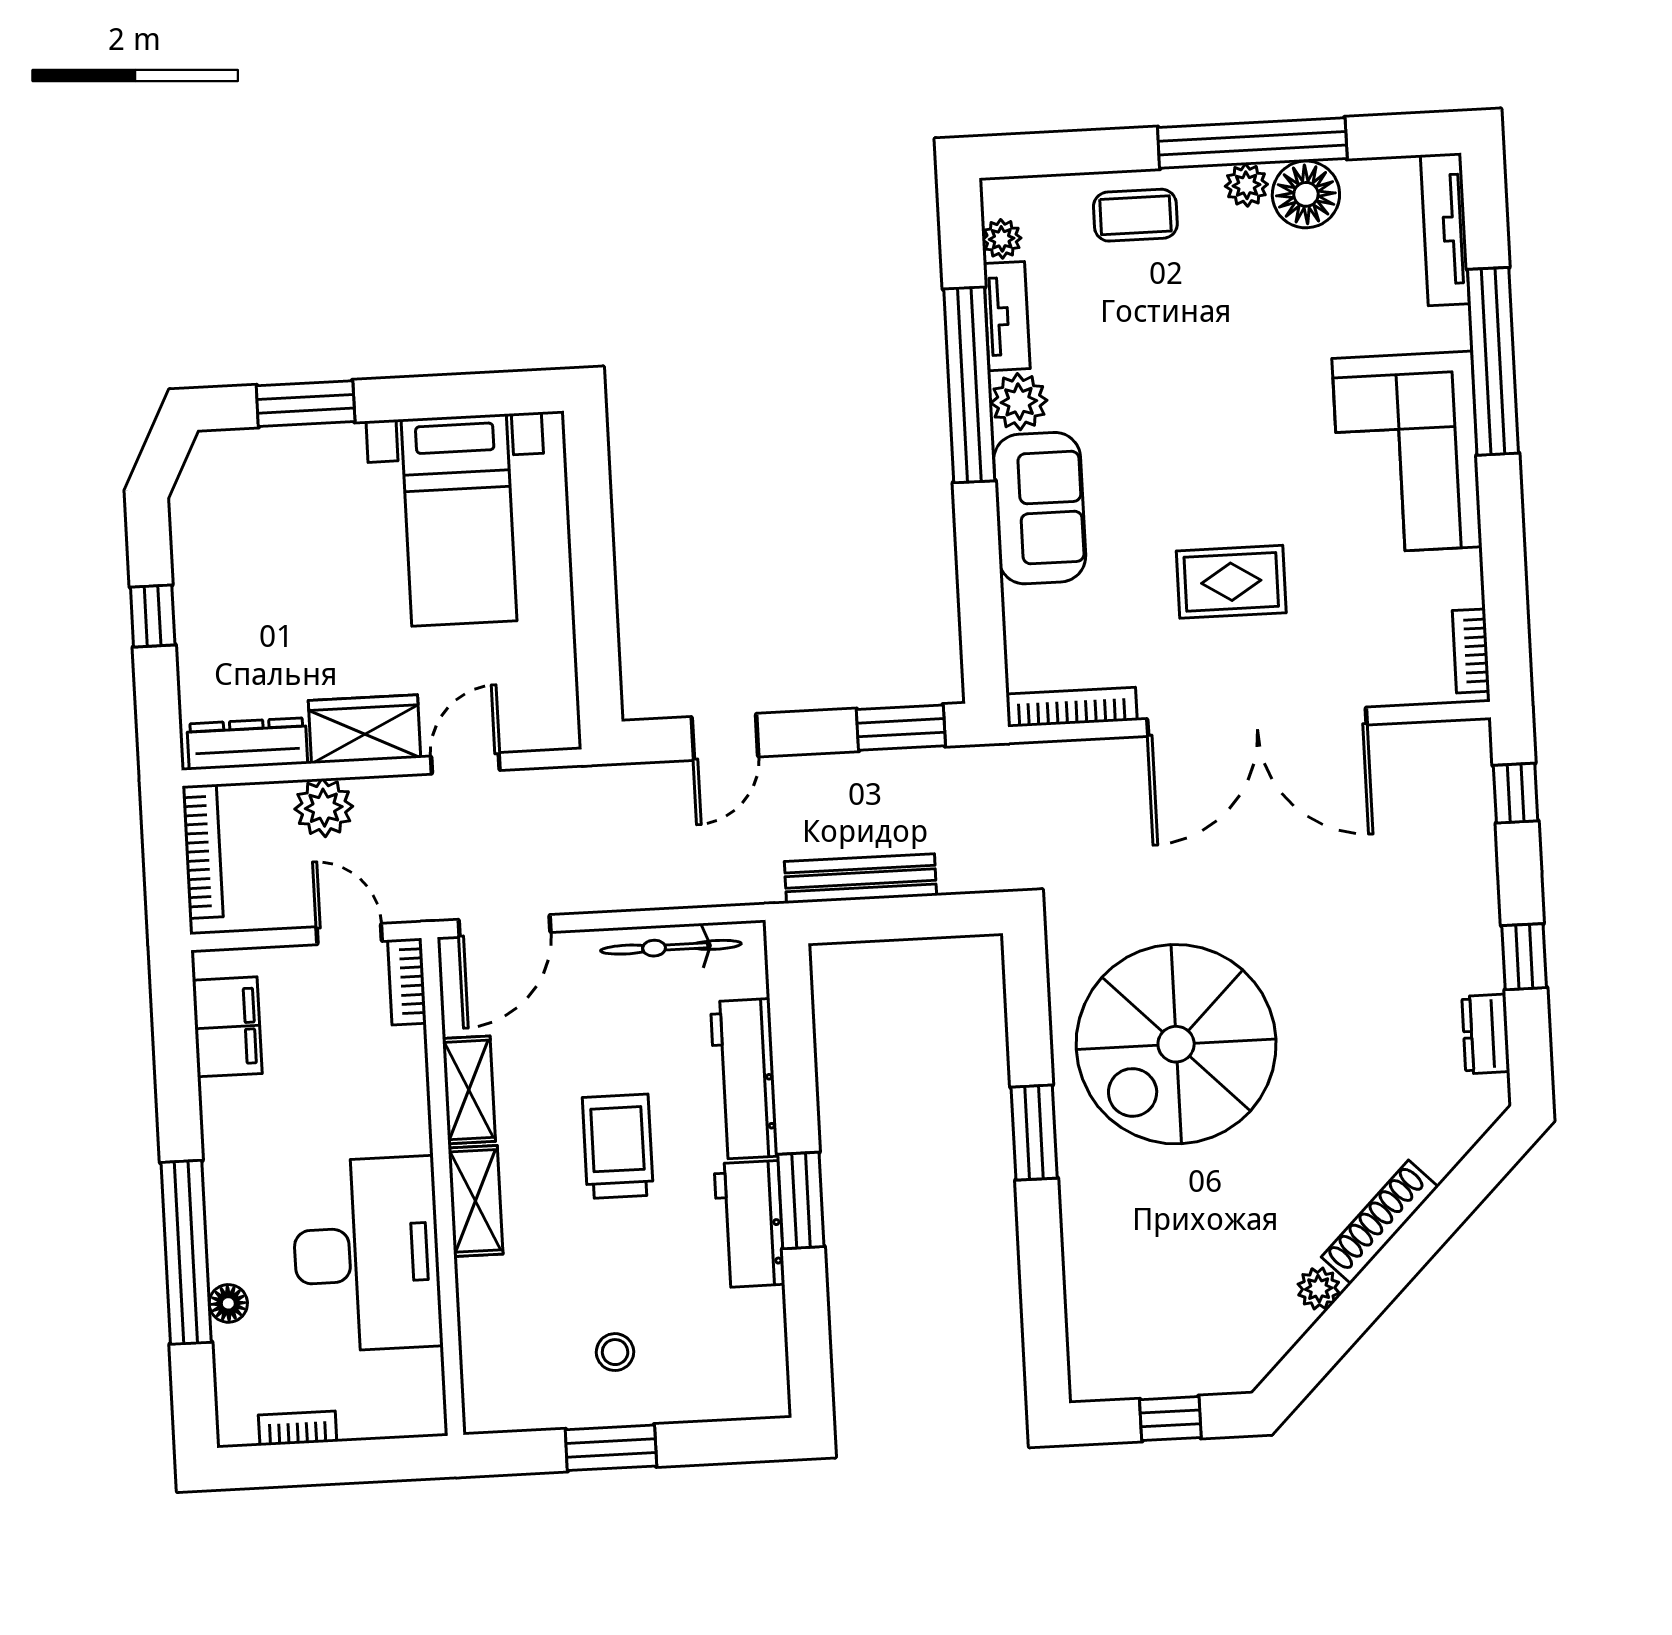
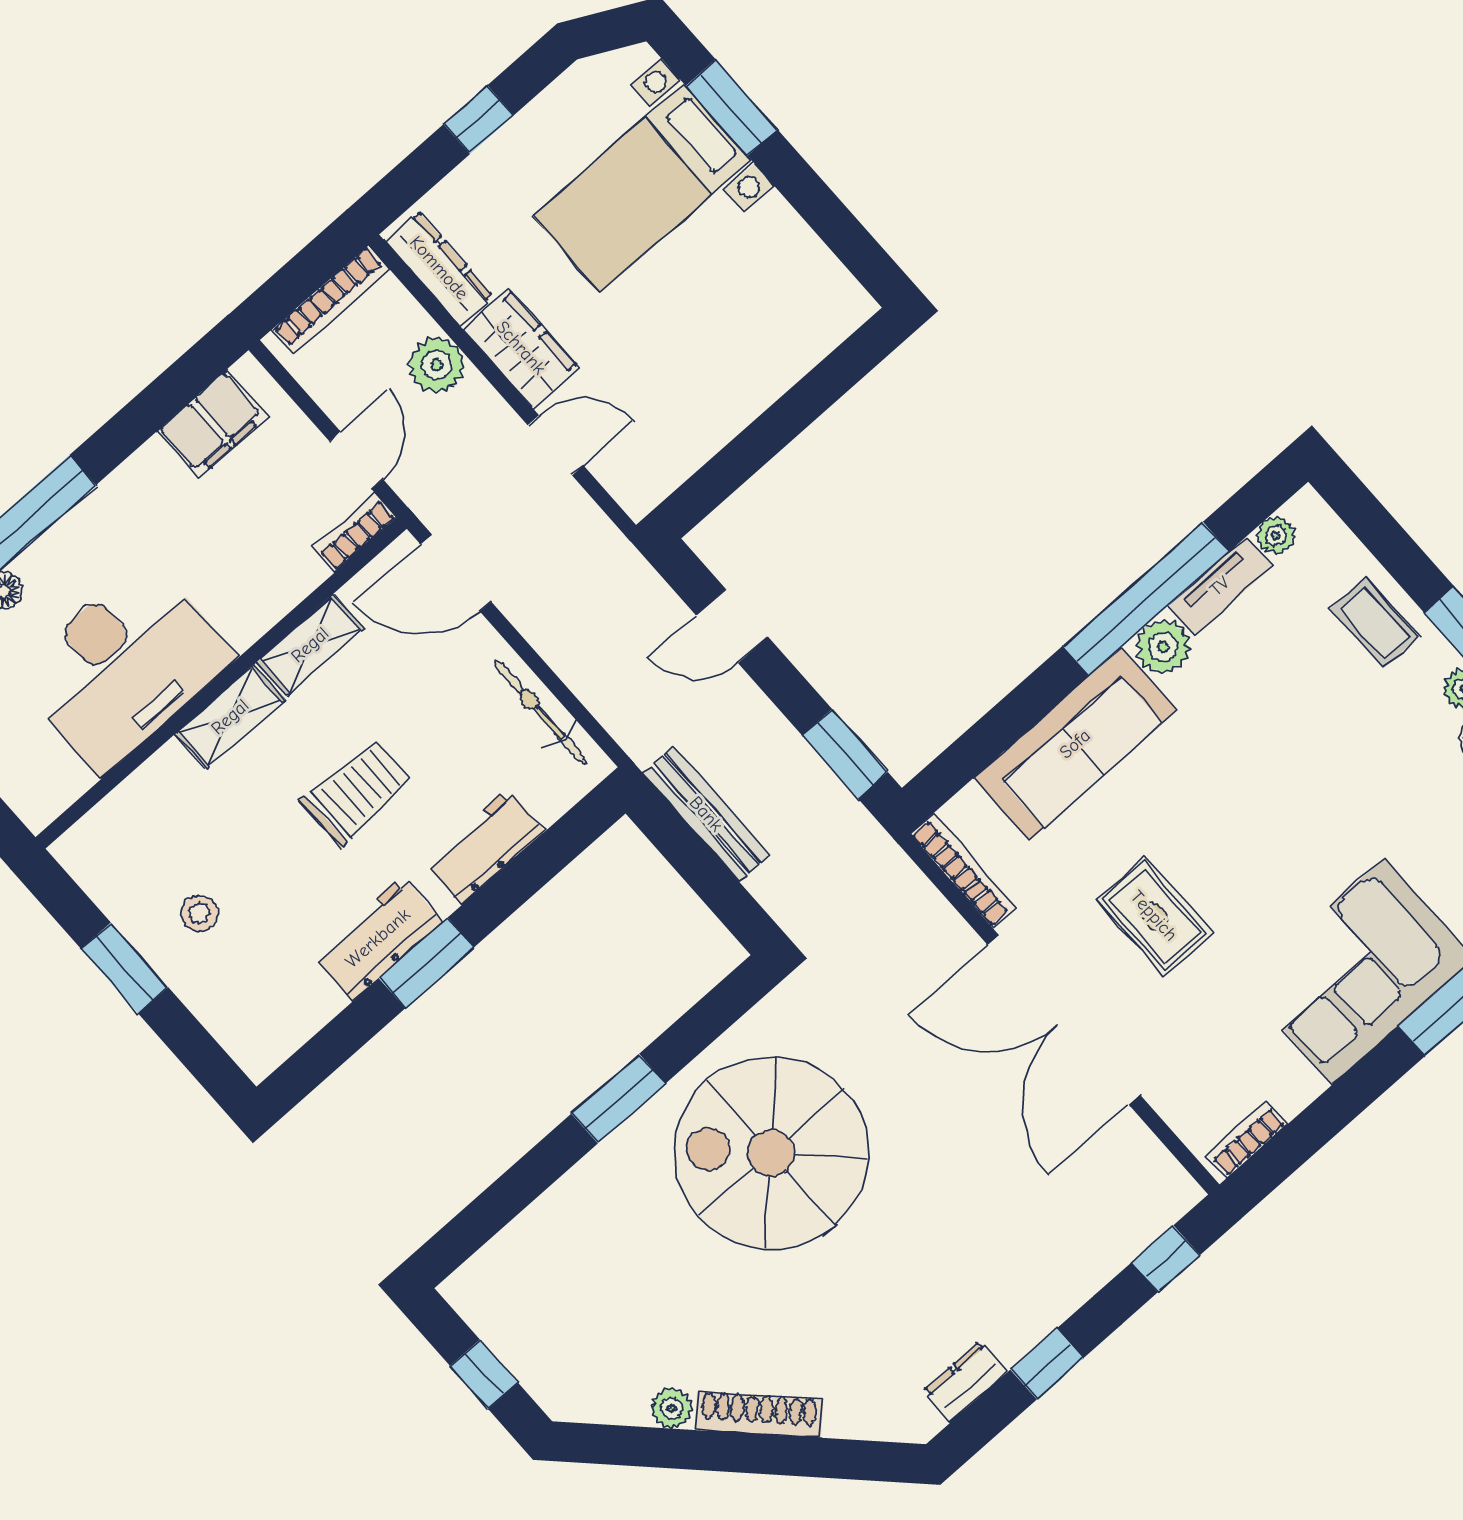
sofa: (1040, 508) -> (1075, 744), width x1.36
bed with nightstands: (459, 520) -> (642, 188), moved
workbench: (744, 1079) -> (484, 847), width x0.73

